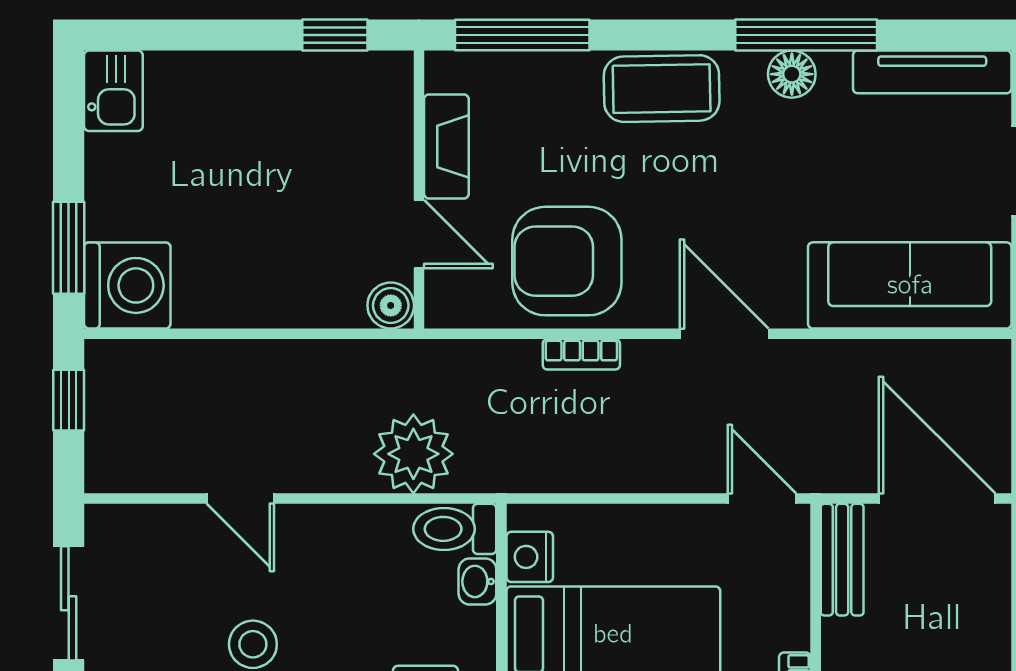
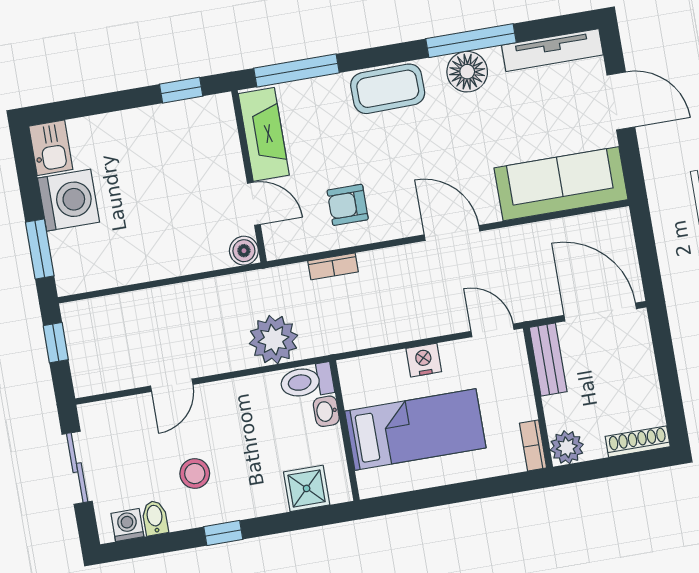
floor lamp: (792, 74) -> (467, 72), width x1.38, depth x1.38
fireplace: (446, 146) -> (264, 134), width x1.37, depth x1.32
armchair: (567, 261) -> (348, 205), width x0.53, depth x0.53
washing machine: (127, 285) -> (69, 200), moved
bookcase: (581, 354) -> (333, 266), moved
door: (240, 499) -> (172, 385), hinge flipped
nightstand: (530, 557) -> (424, 360), moved, turned 90

